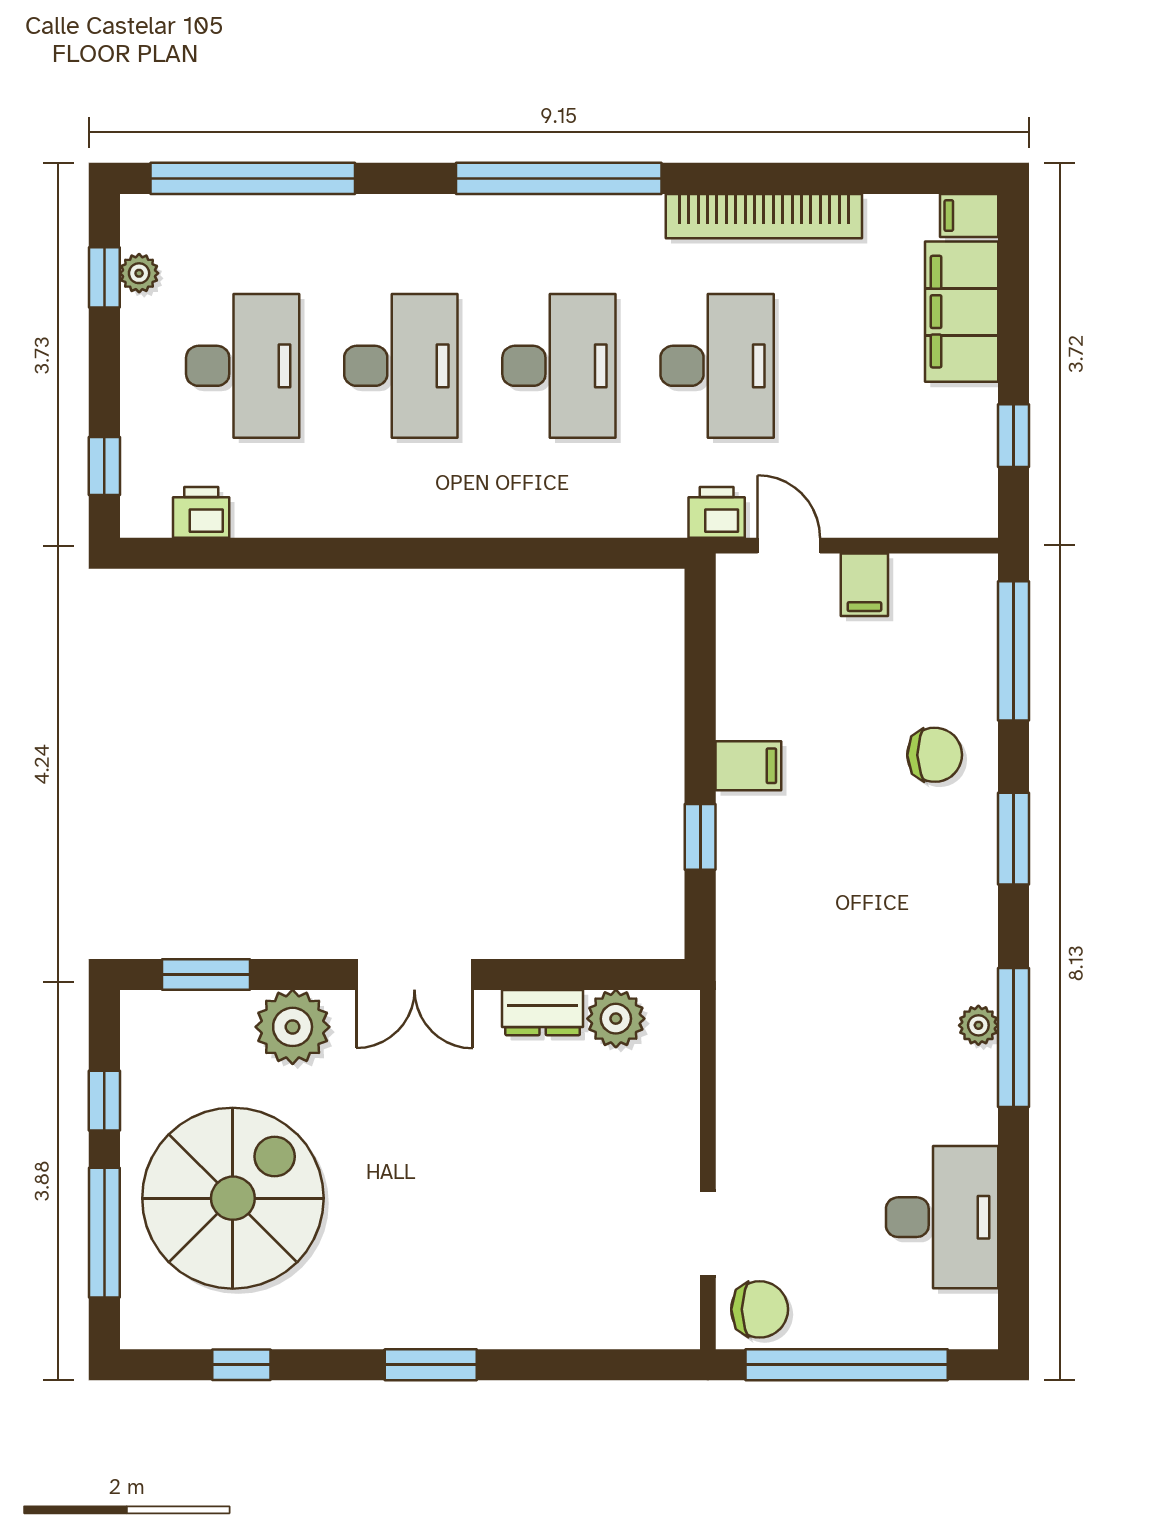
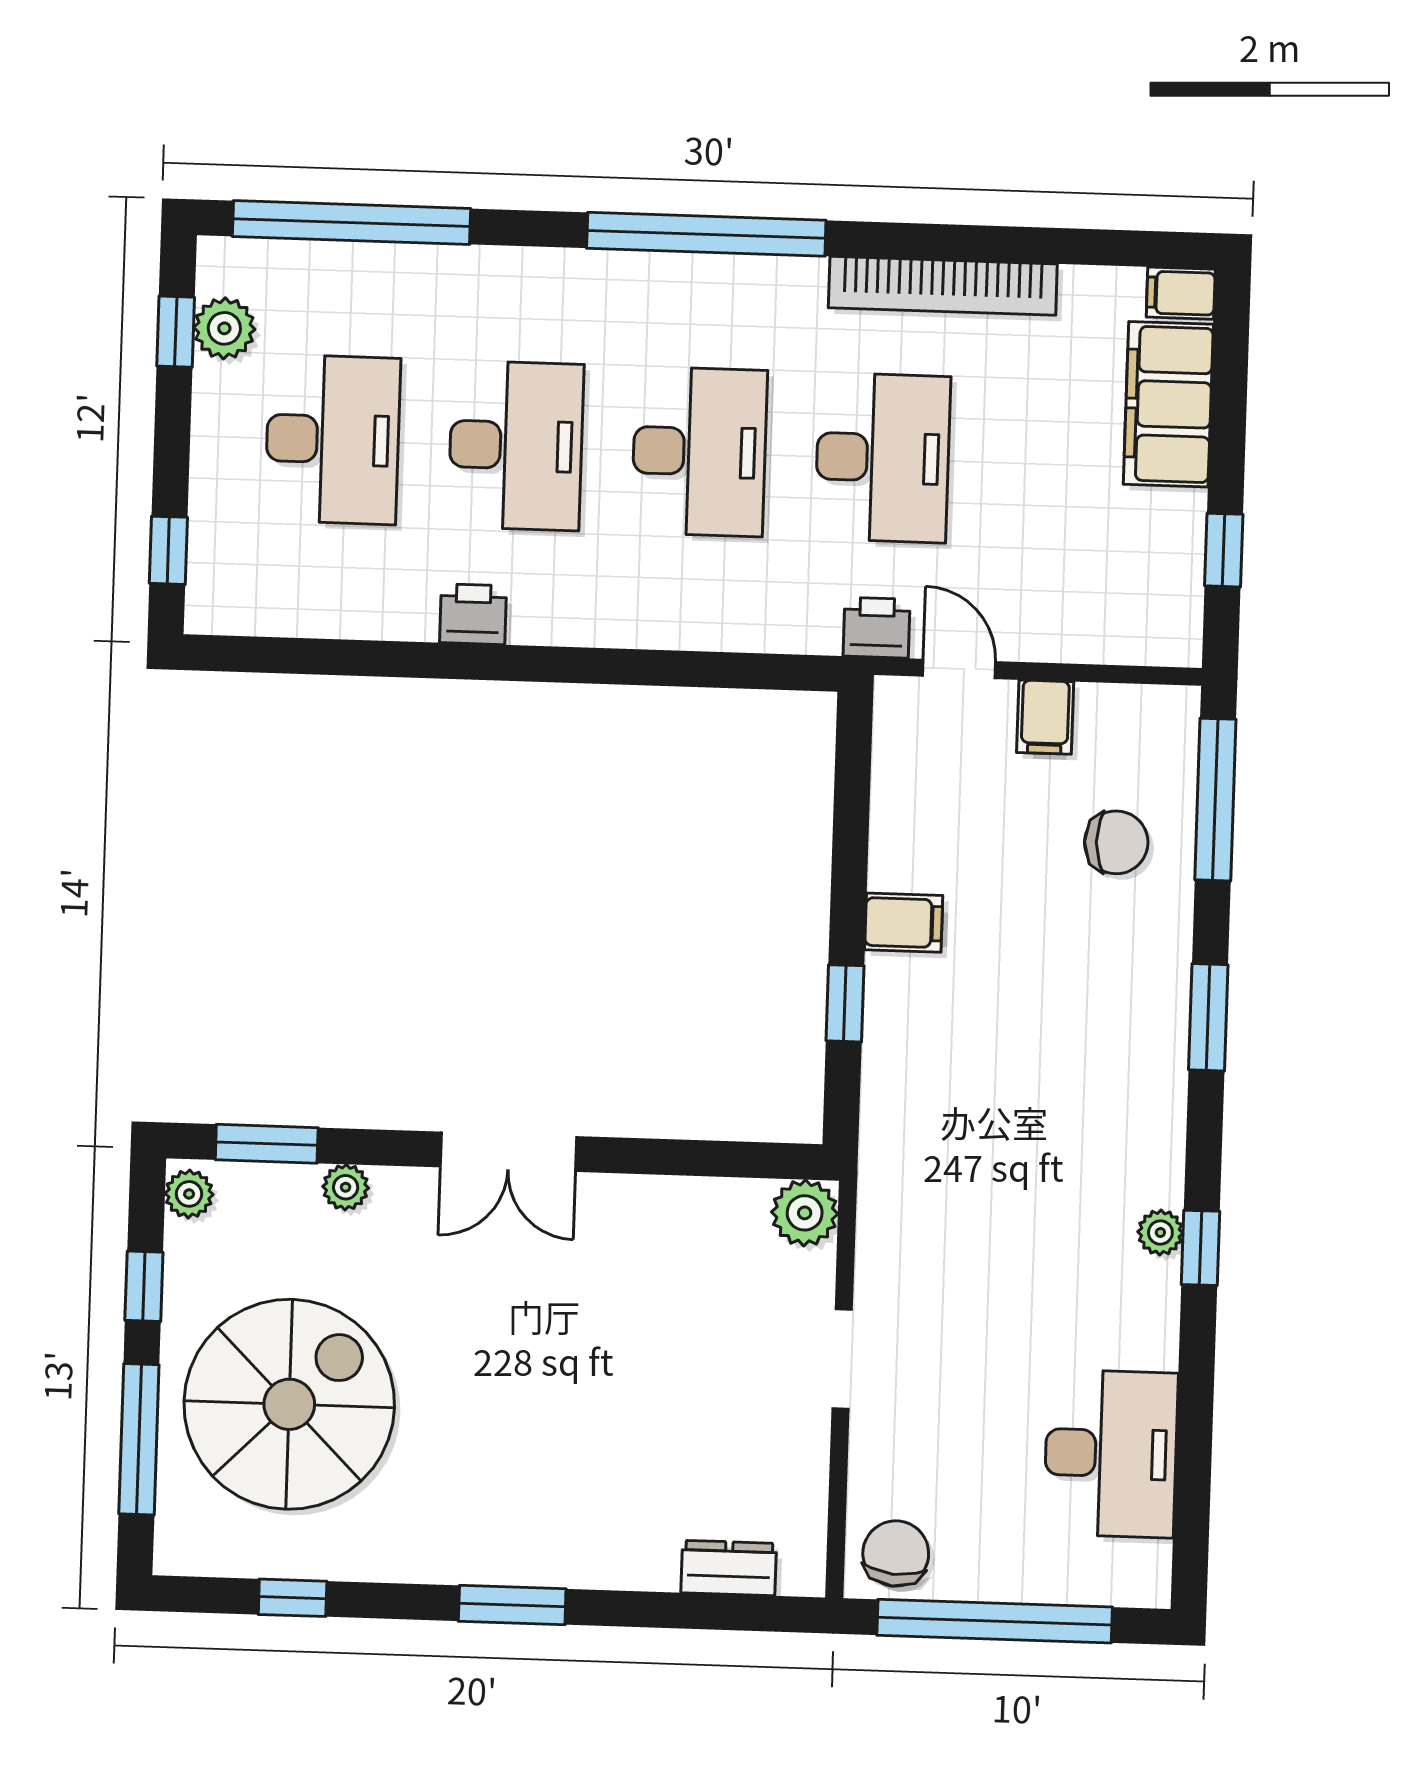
plant: (139, 273) -> (224, 328), width x1.38, depth x1.38
printer: (201, 512) -> (473, 614), moved
chair: (935, 755) -> (1116, 842), moved
dresser: (543, 1013) -> (729, 1568), moved, turned 180
plant: (616, 1019) -> (805, 1213), moved
plant: (141, 1020) -> (189, 1194), added
plant: (293, 1027) -> (346, 1187), width x0.53, depth x0.53
window: (1013, 1037) -> (1201, 1248), width x0.46
doorway: (708, 1234) -> (842, 1359), moved
chair: (760, 1309) -> (896, 1553), turned -85

